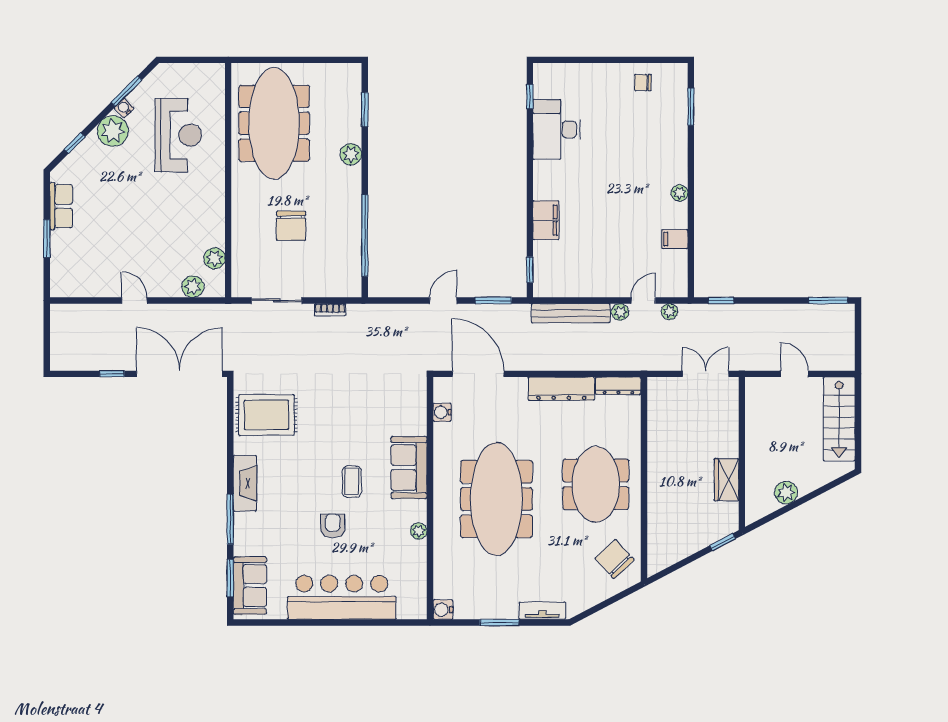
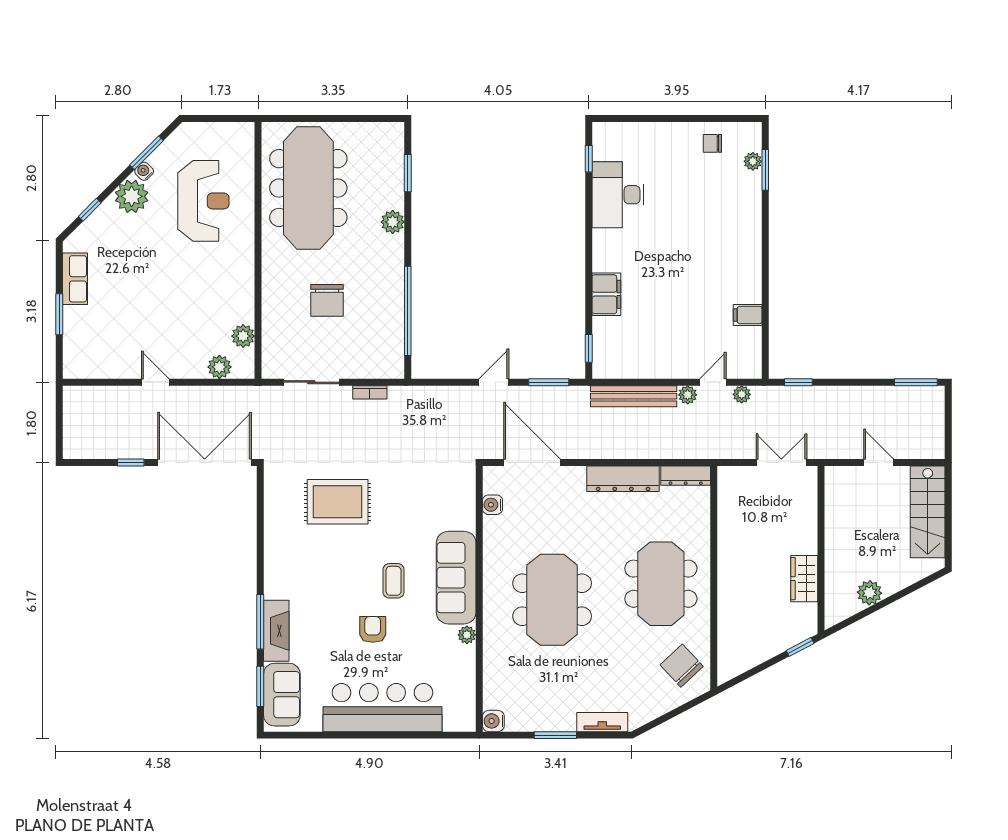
plant: (680, 193) -> (753, 161), moved
rug: (266, 415) -> (338, 502), moved
sofa: (409, 468) -> (456, 578), width x1.36
fireplace: (245, 483) -> (276, 631), moved
meeting table: (496, 499) -> (552, 600), width x0.73

